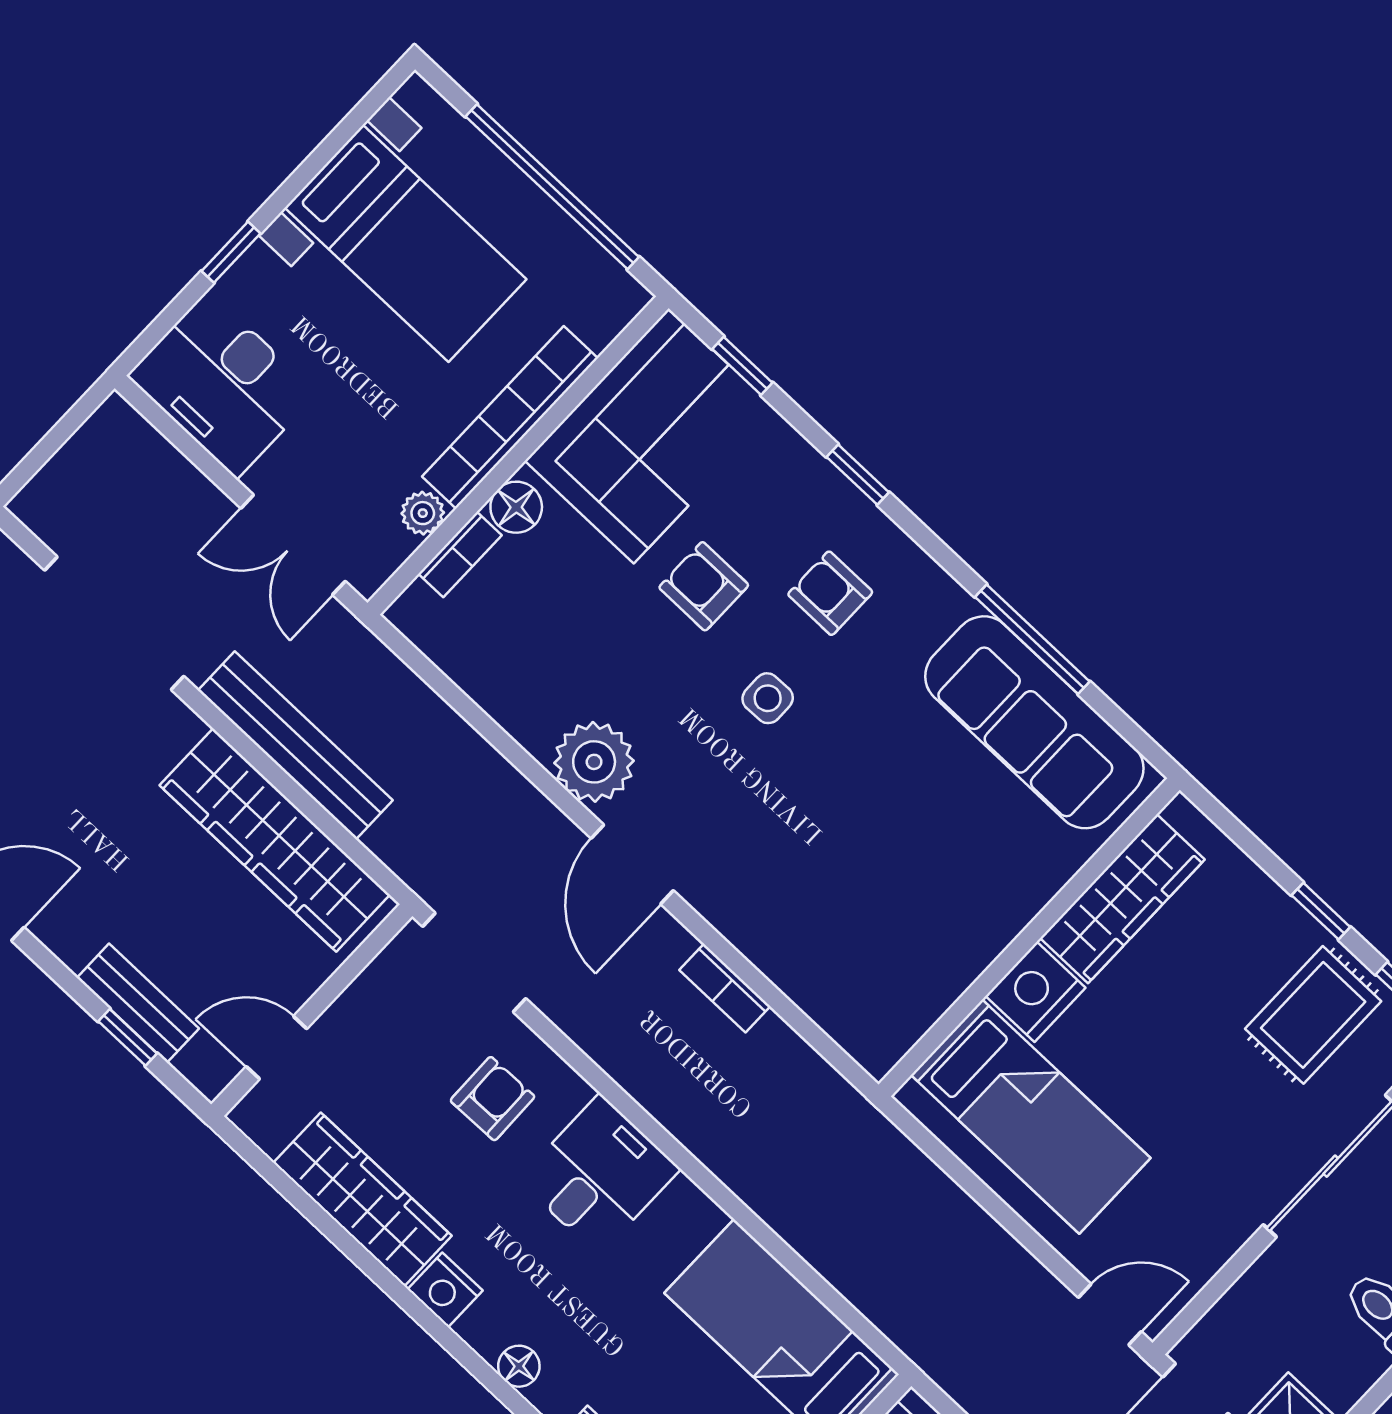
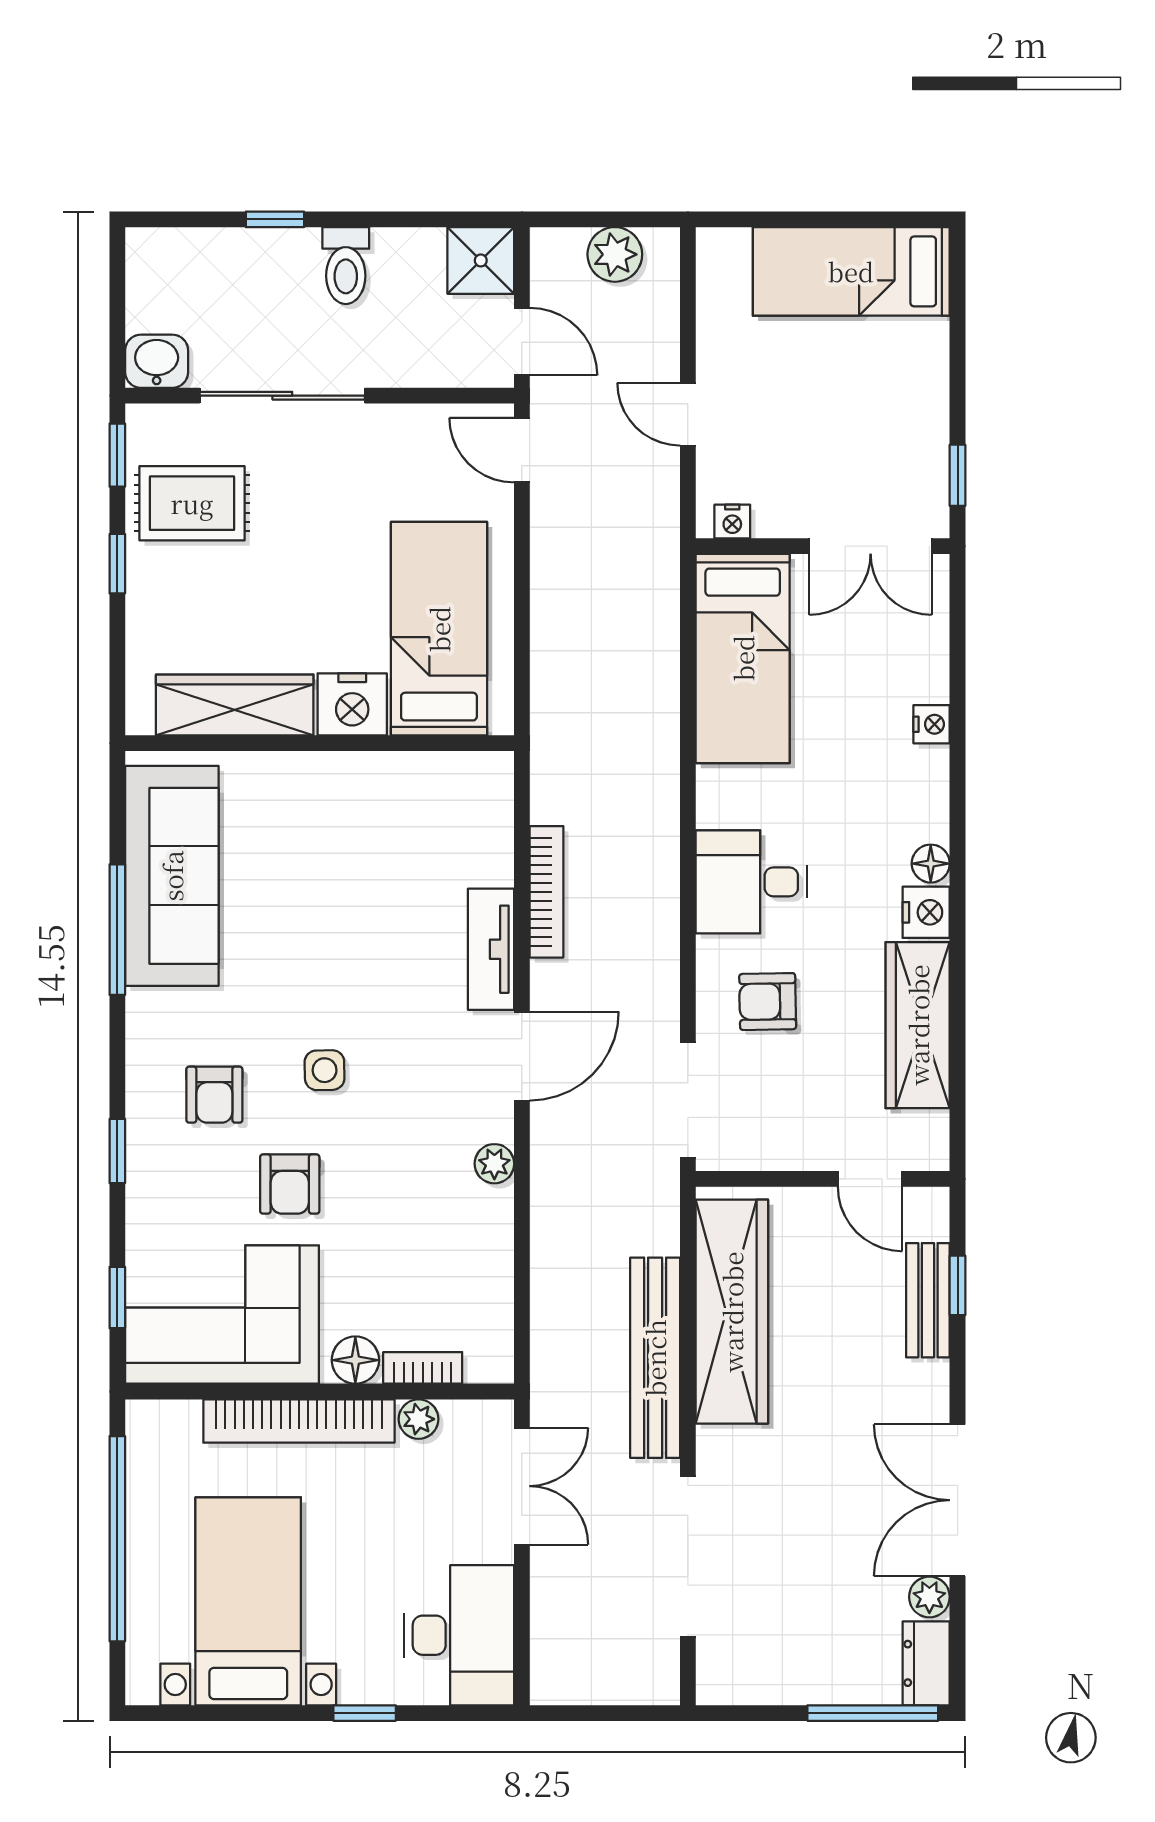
plant: (594, 762) -> (494, 1164), width x0.53, depth x0.53
tv unit: (739, 919) -> (491, 949), added
bookcase: (725, 988) -> (546, 892), width x1.56
floor lamp: (519, 1366) -> (931, 864), moved

